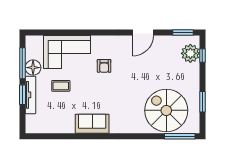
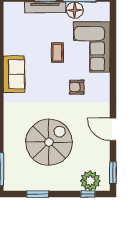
coffee table: (61, 86) -> (57, 53), moved
spiral stairs: (166, 110) -> (49, 142), moved

